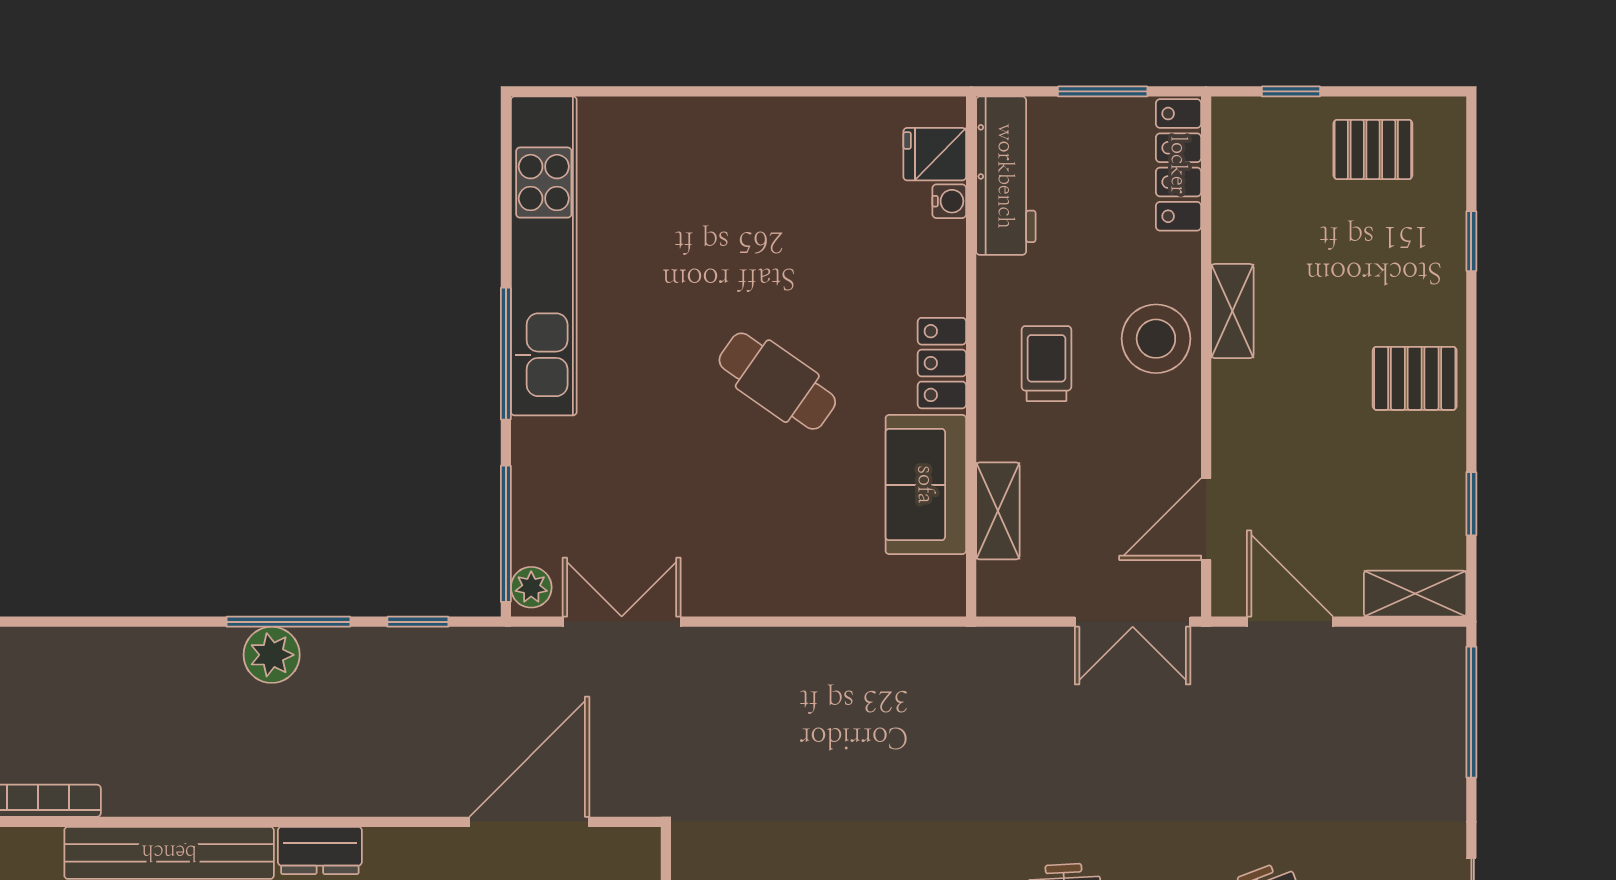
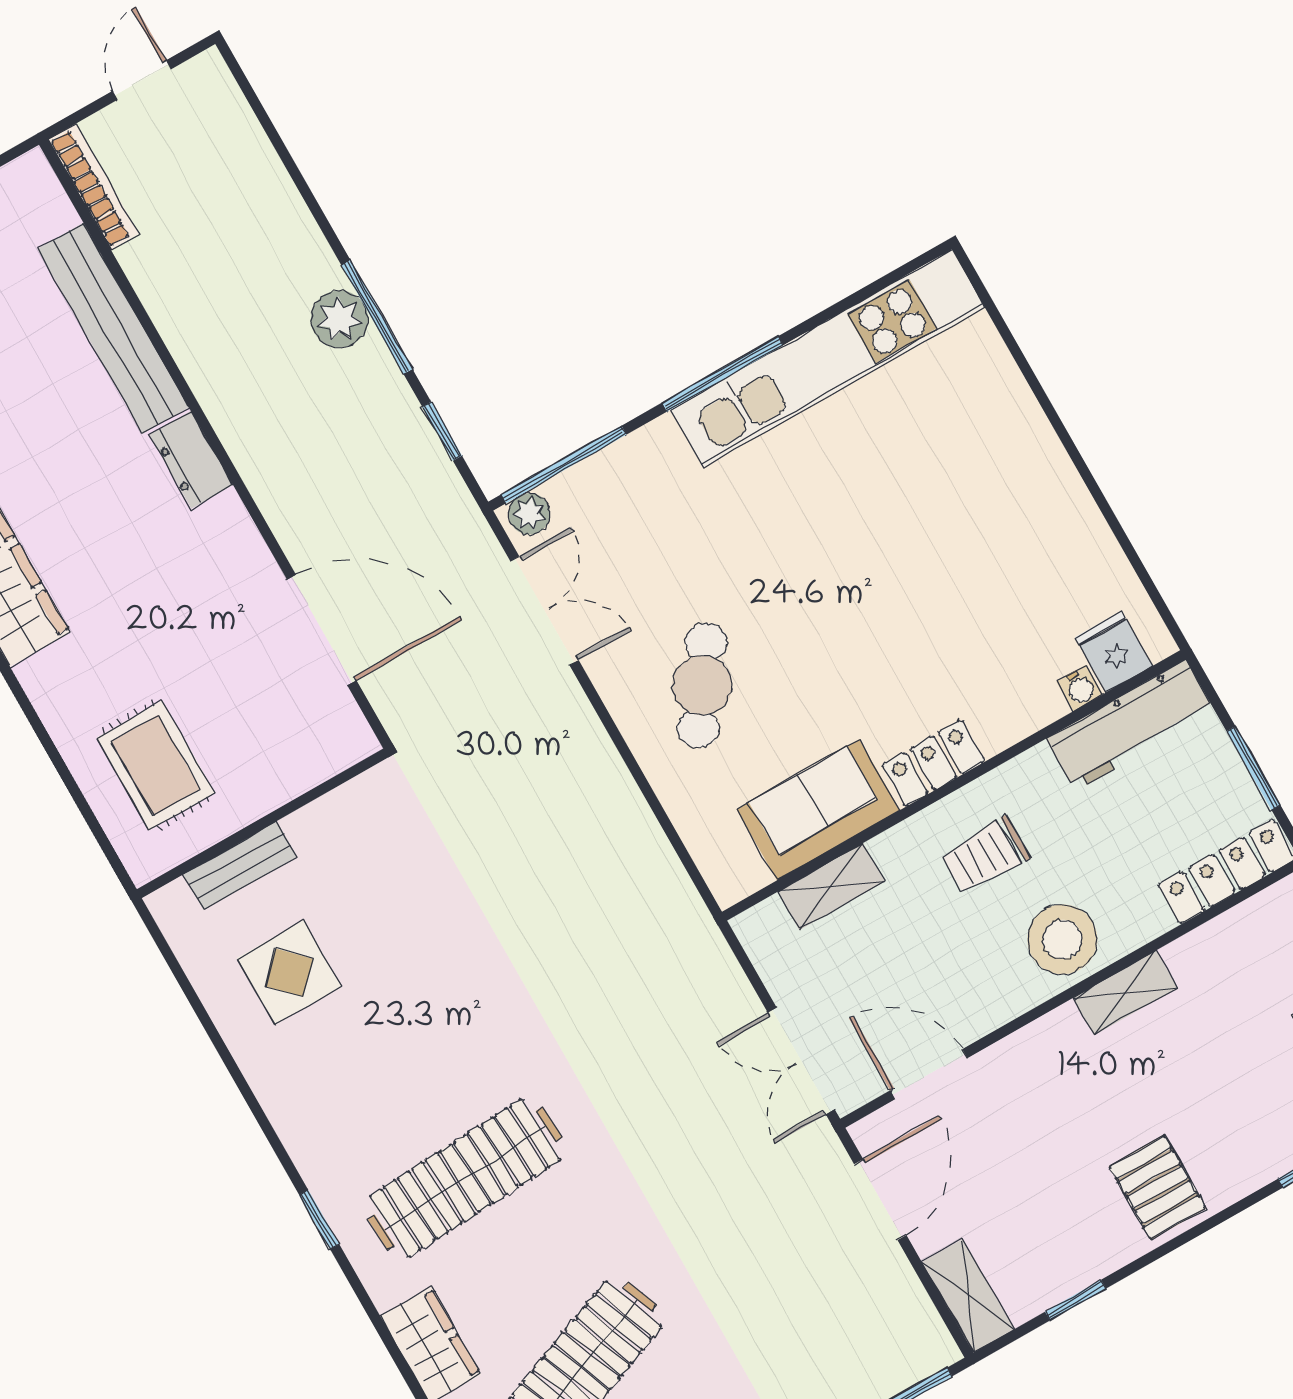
trolley: (1046, 364) -> (985, 855), turned 180
cafe table: (777, 381) -> (702, 685), moved

